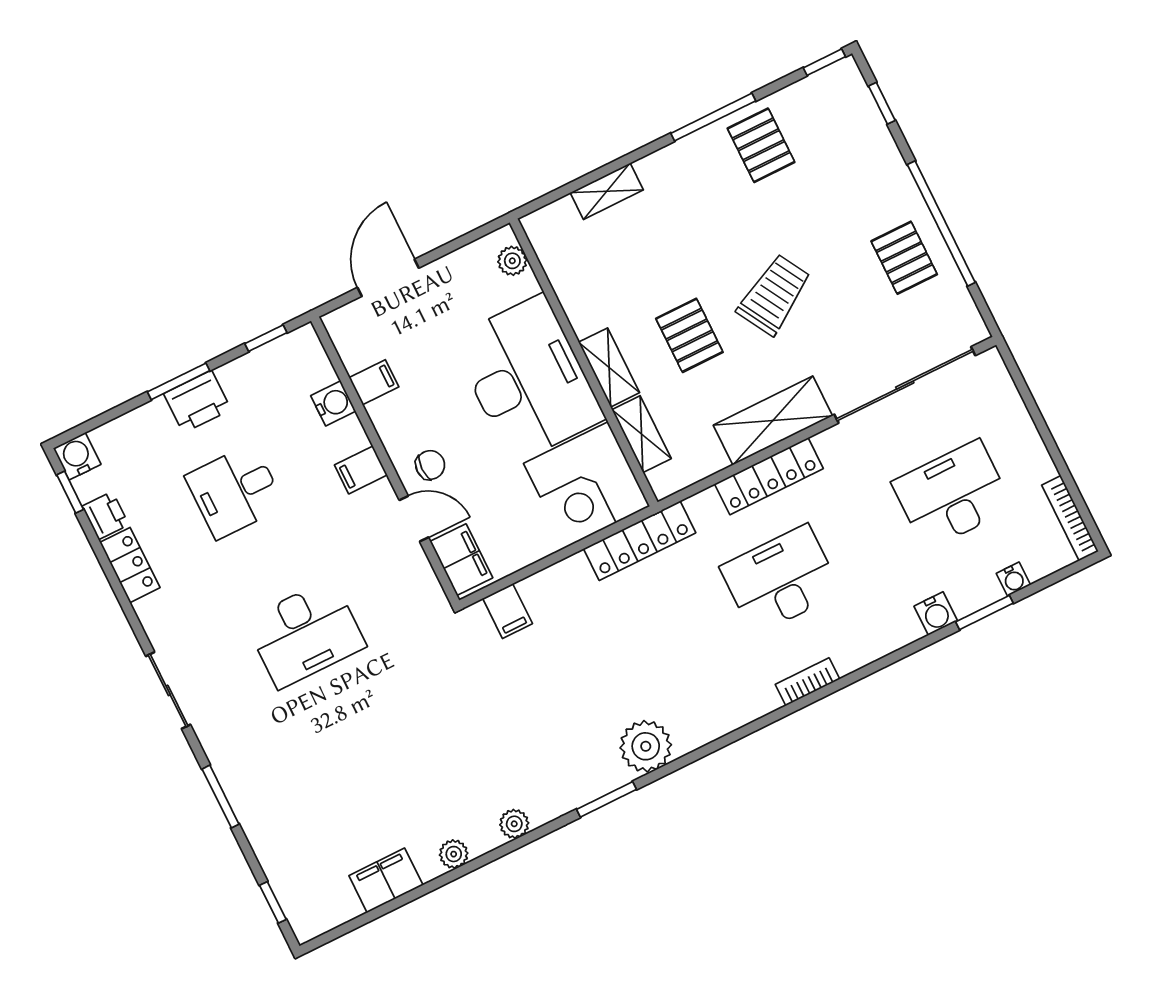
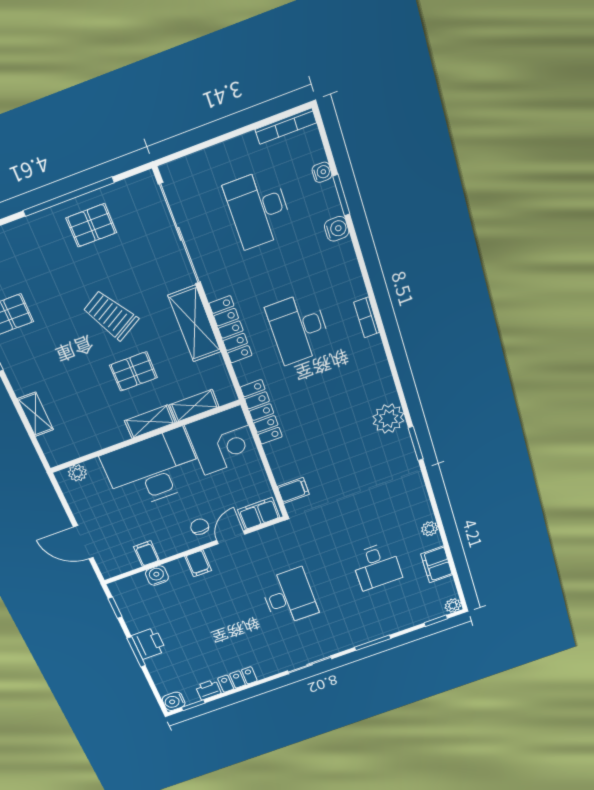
desk: (235, 491) -> (377, 566), moved
plant: (514, 824) -> (453, 605), moved

